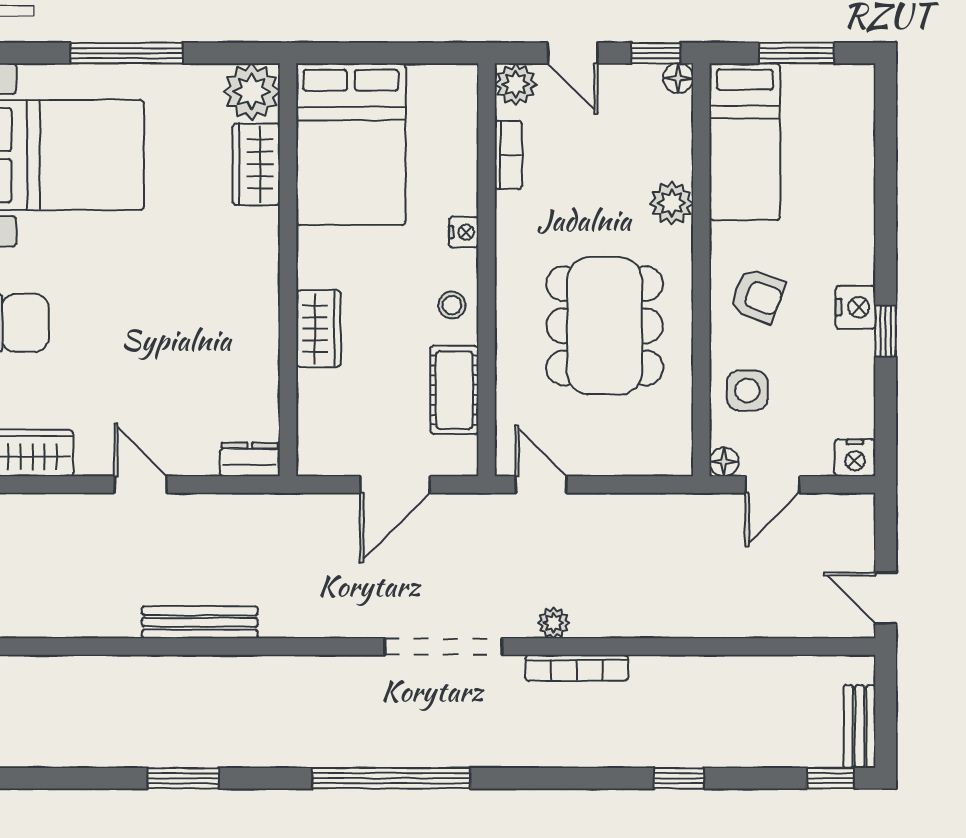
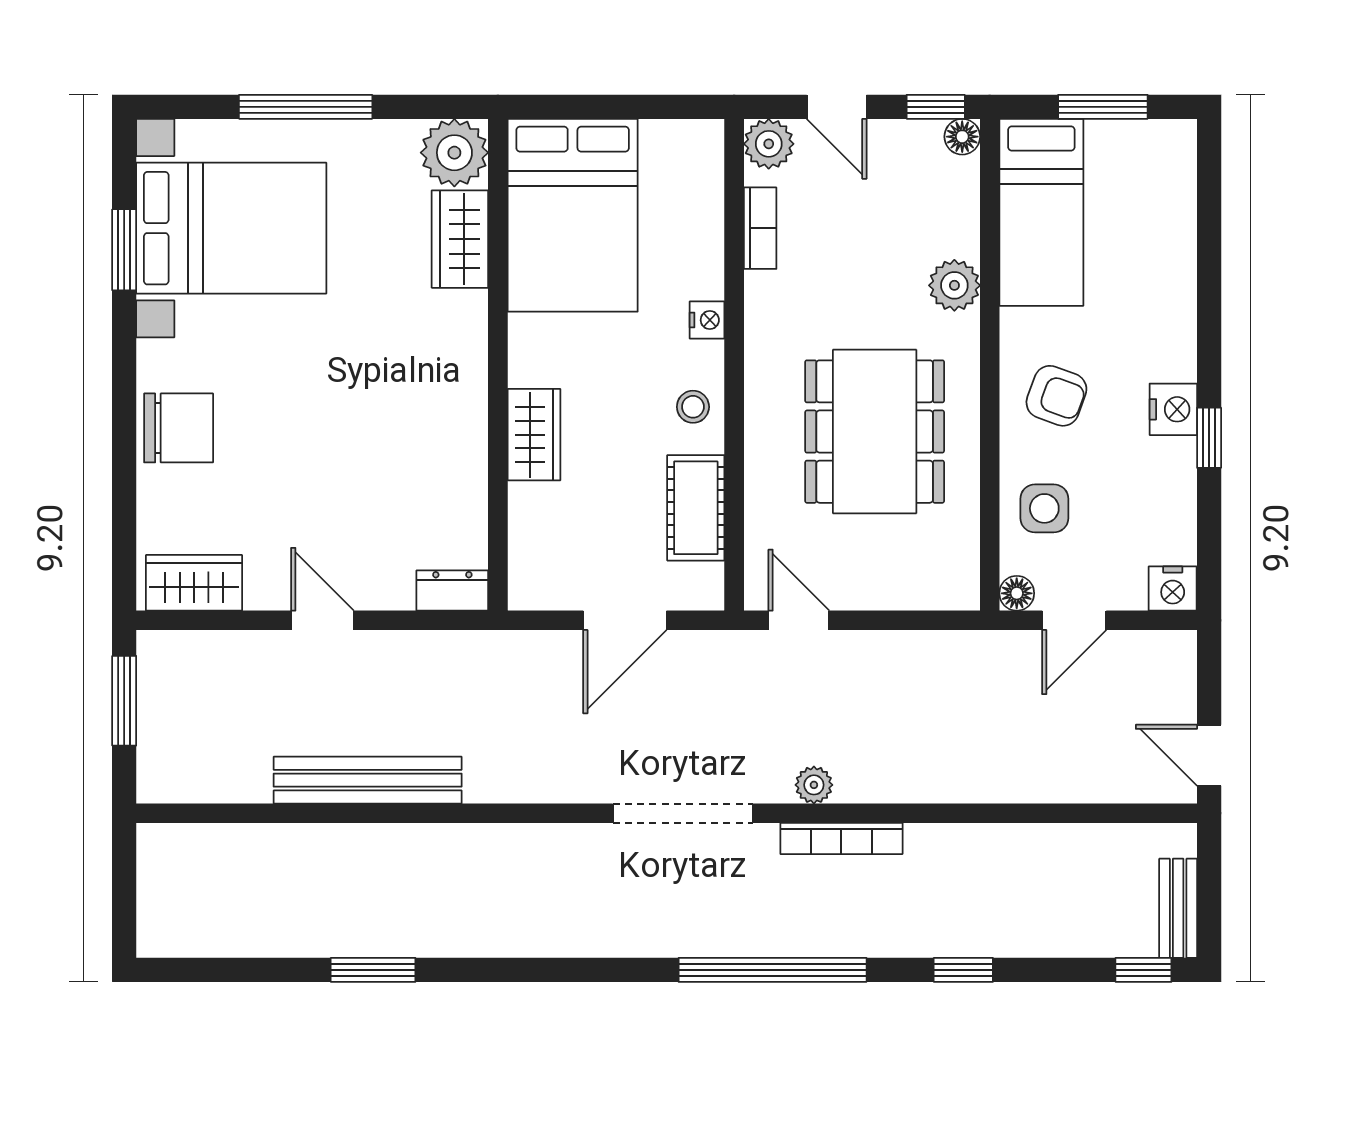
bench: (200, 622) -> (368, 780), width x1.37, depth x1.21
window: (391, 778) -> (773, 970), moved

